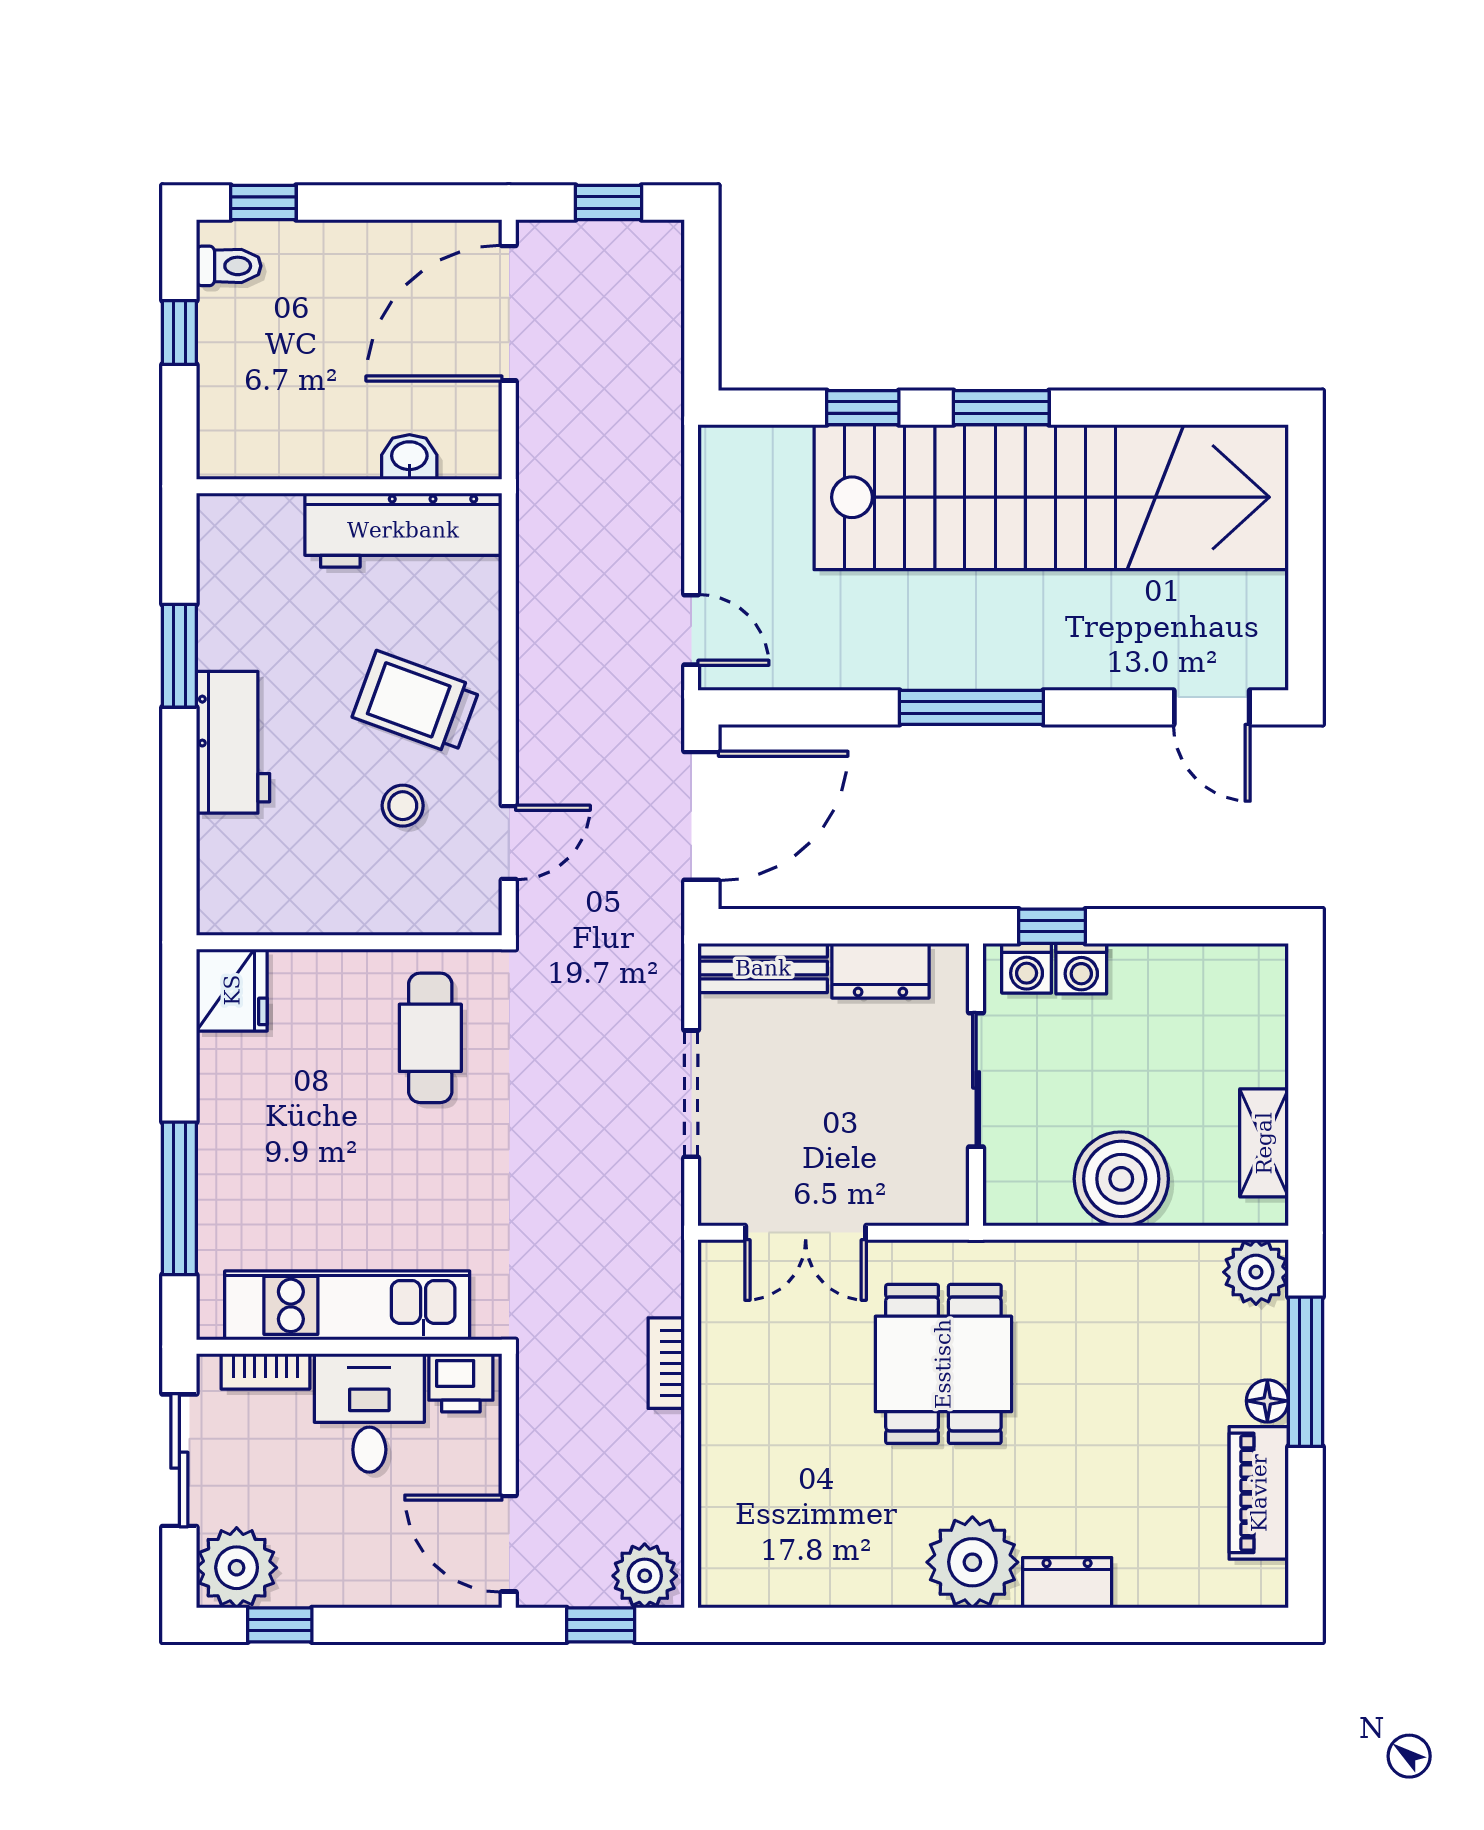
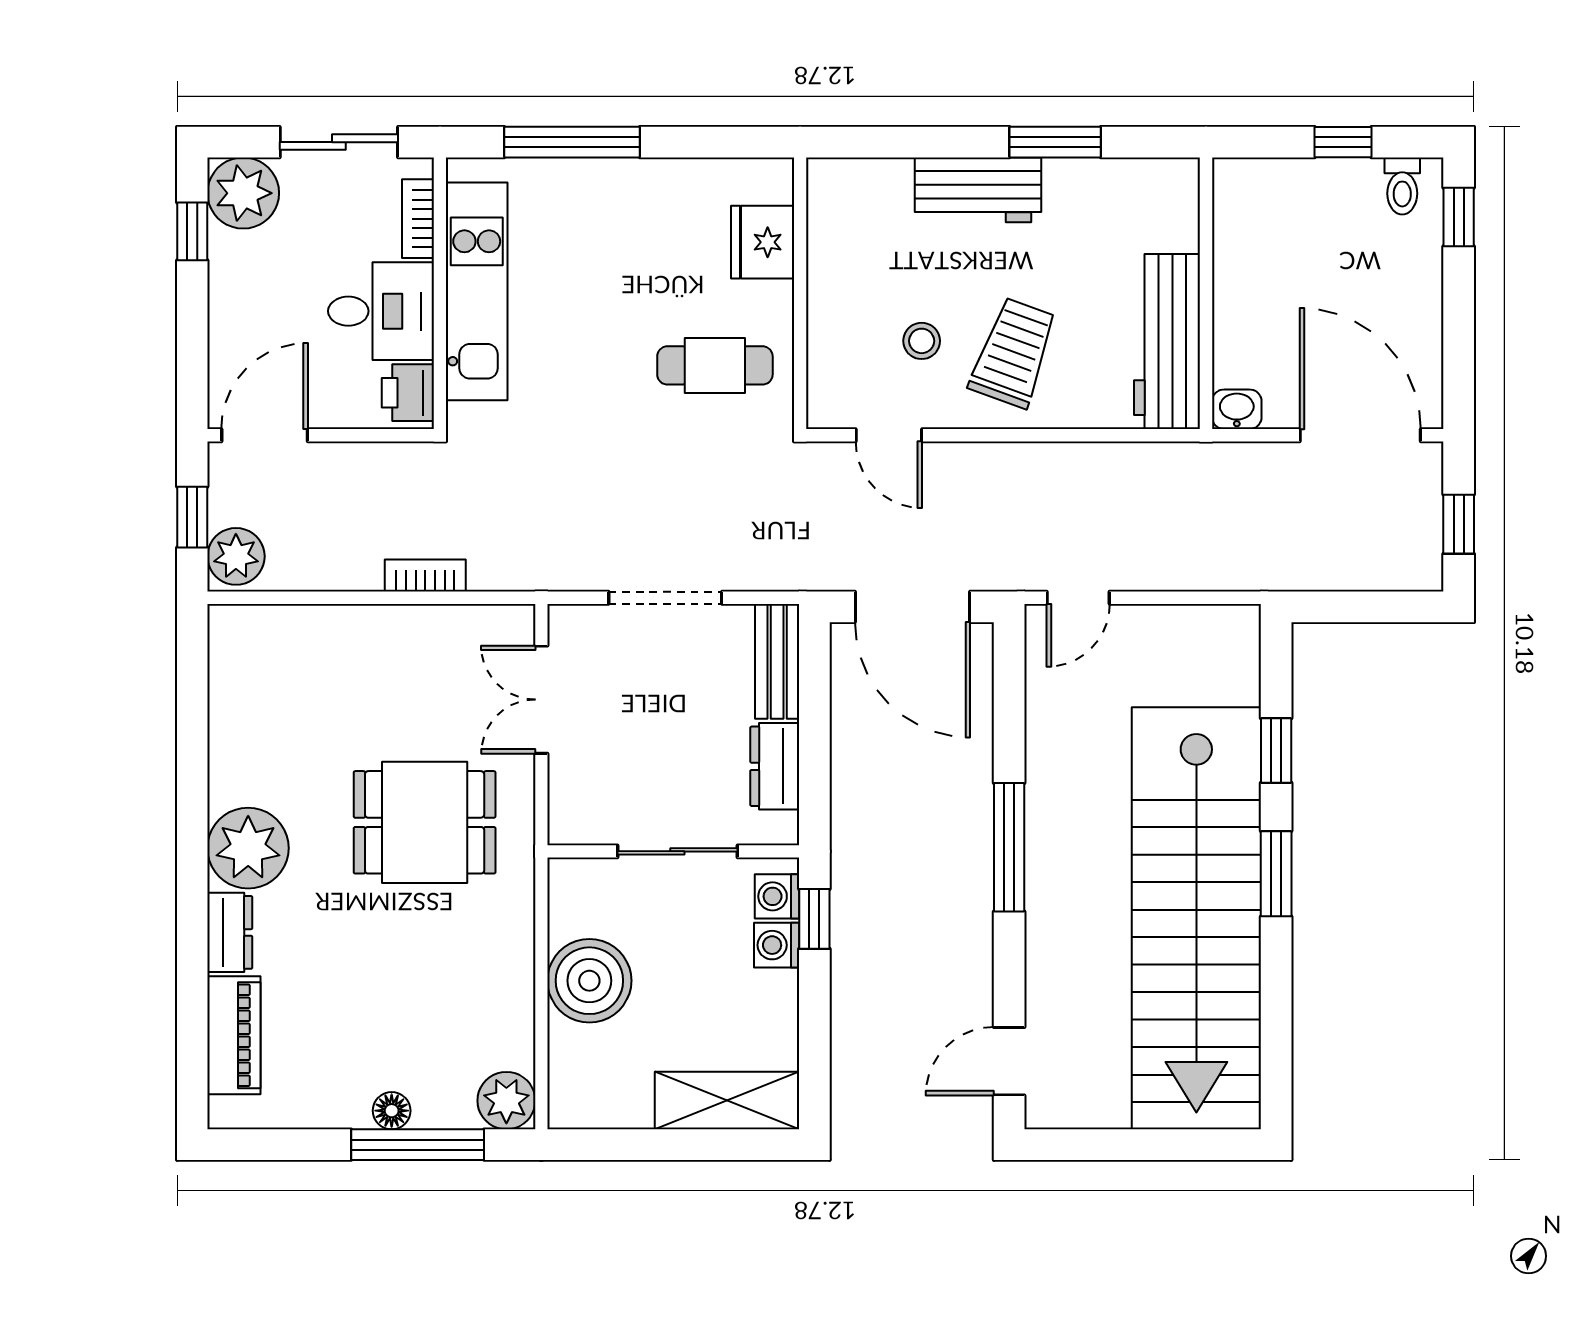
washbasin: (409, 457) -> (1237, 409), moved, turned -90
fridge: (232, 990) -> (763, 242), moved, turned 90
shelving: (1264, 1143) -> (727, 1101), moved, width x1.50, depth x1.33
piano: (1259, 1493) -> (234, 1035), moved, turned 90

